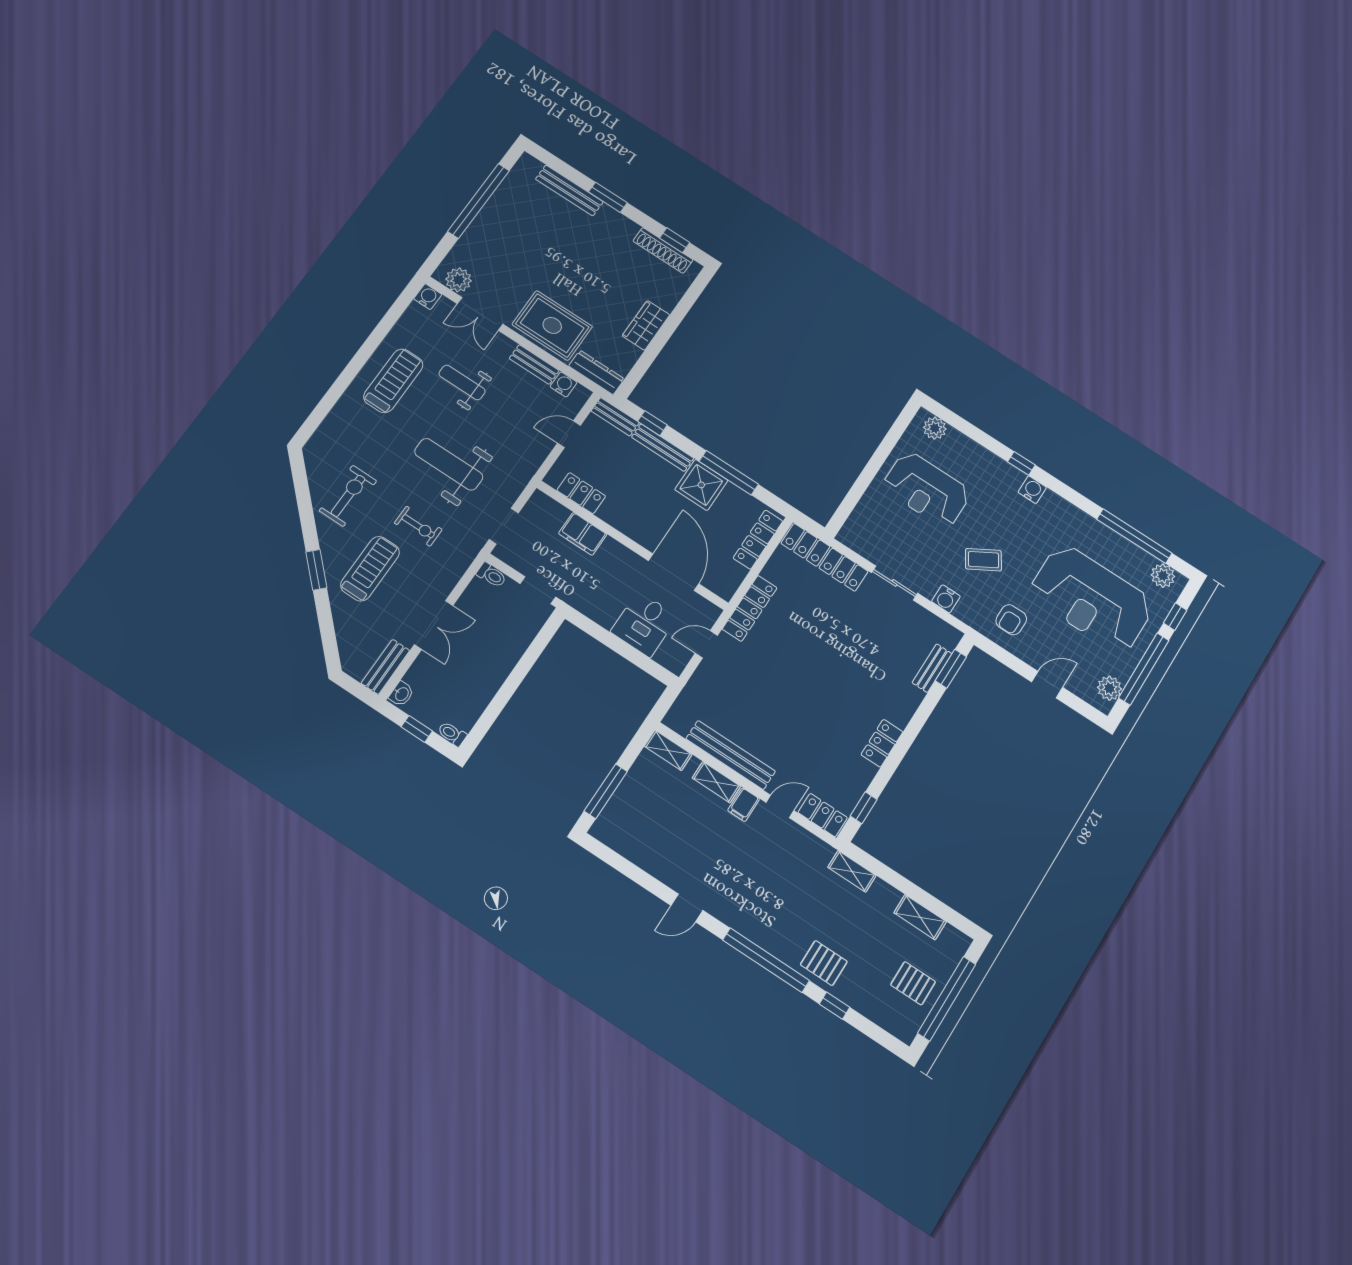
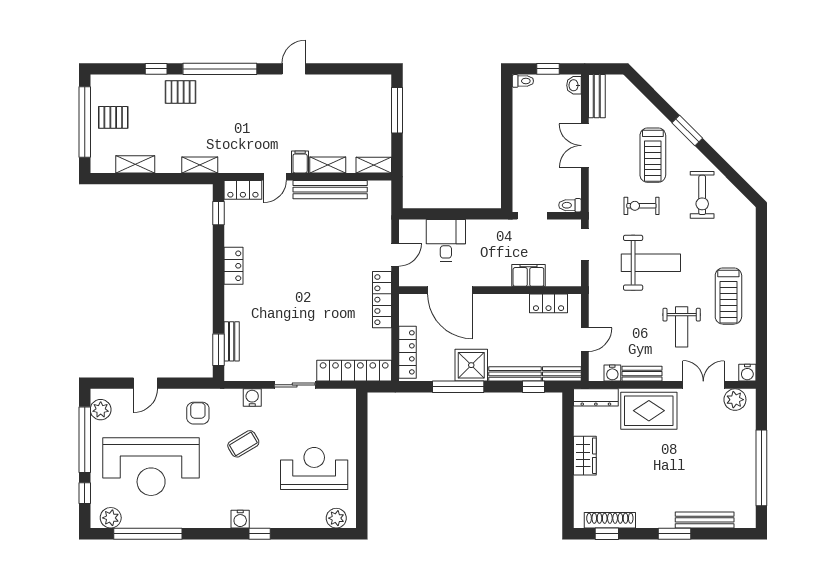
weight bench: (462, 383) -> (682, 327), turned 90
reception desk: (1092, 599) -> (151, 467), turned 180

